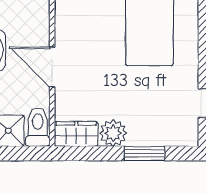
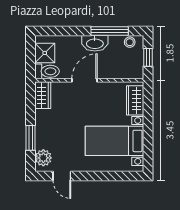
plant: (113, 133) -> (43, 158), moved

